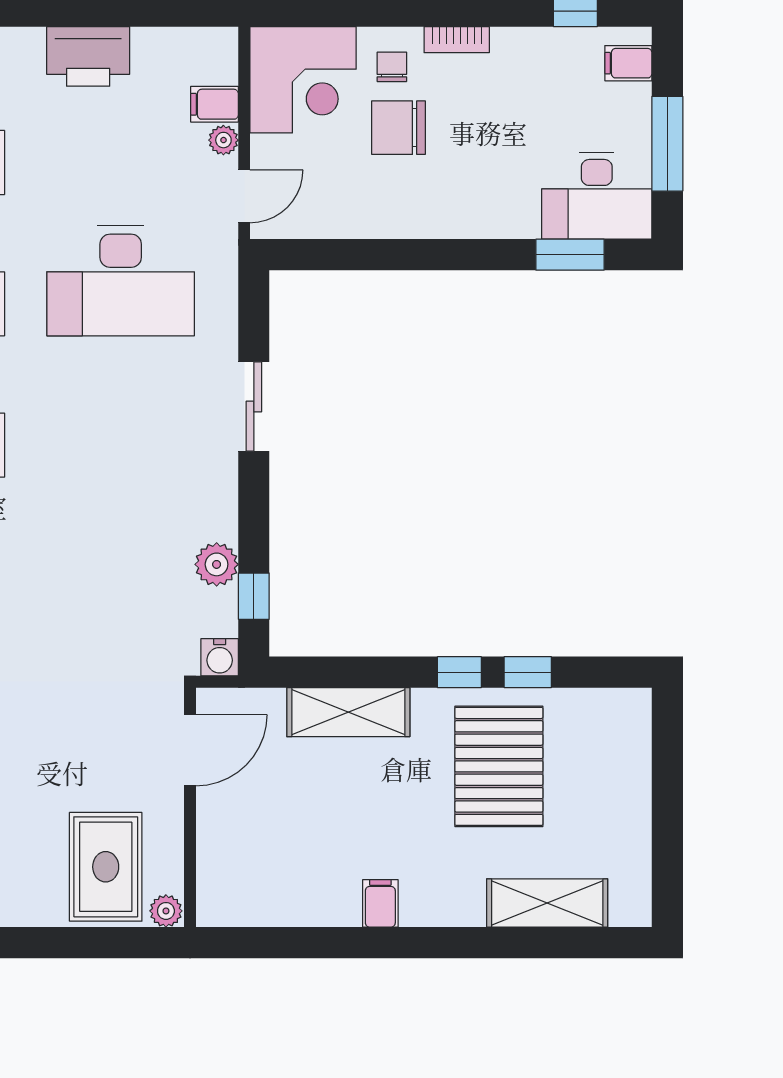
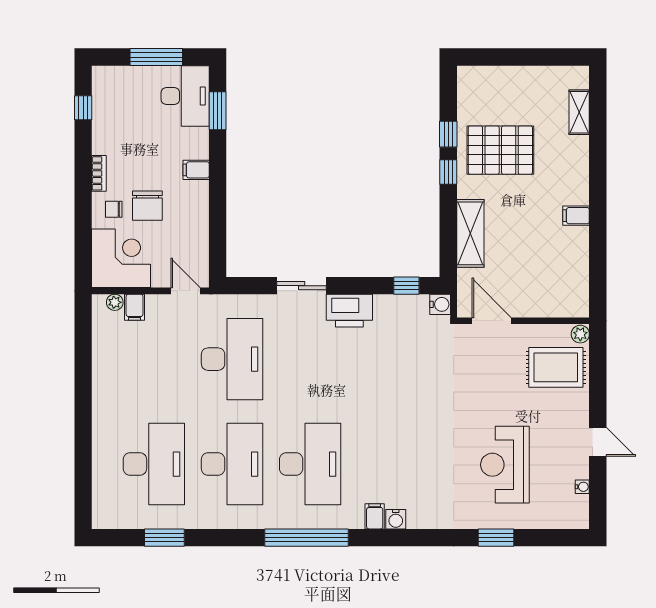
printer: (88, 56) -> (349, 311), moved, turned 90
filing cabinet: (628, 63) -> (196, 170), moved, turned 90
plant: (223, 140) -> (115, 302), moved
plant: (217, 564) -> (389, 306), removed
shelving: (547, 903) -> (579, 112), width x0.67, depth x0.75

